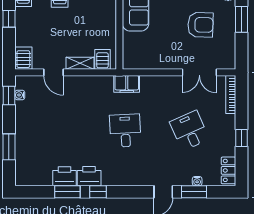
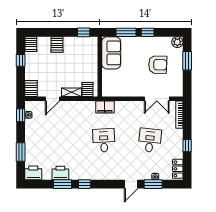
door: (53, 72) -> (52, 99), hinge flipped
desk: (189, 131) -> (150, 140), turned 30
printer: (89, 176) -> (33, 173), moved

